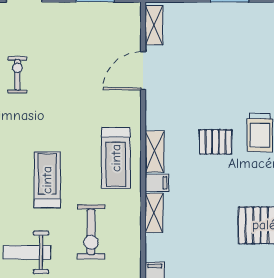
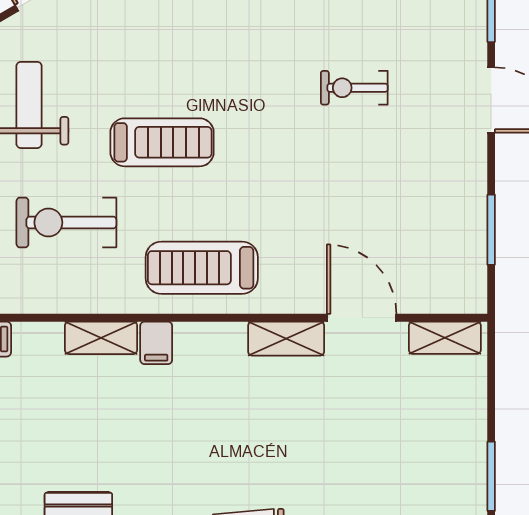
exercise bike: (17, 75) -> (354, 88), turned 180
pallet: (215, 142) -> (231, 450), removed
shelving: (154, 152) -> (286, 339), moved

